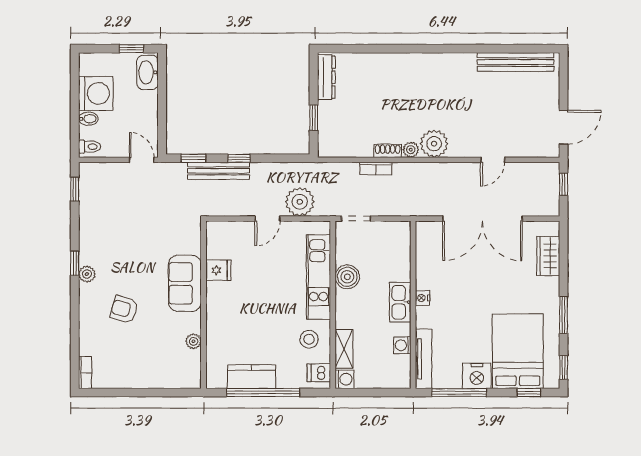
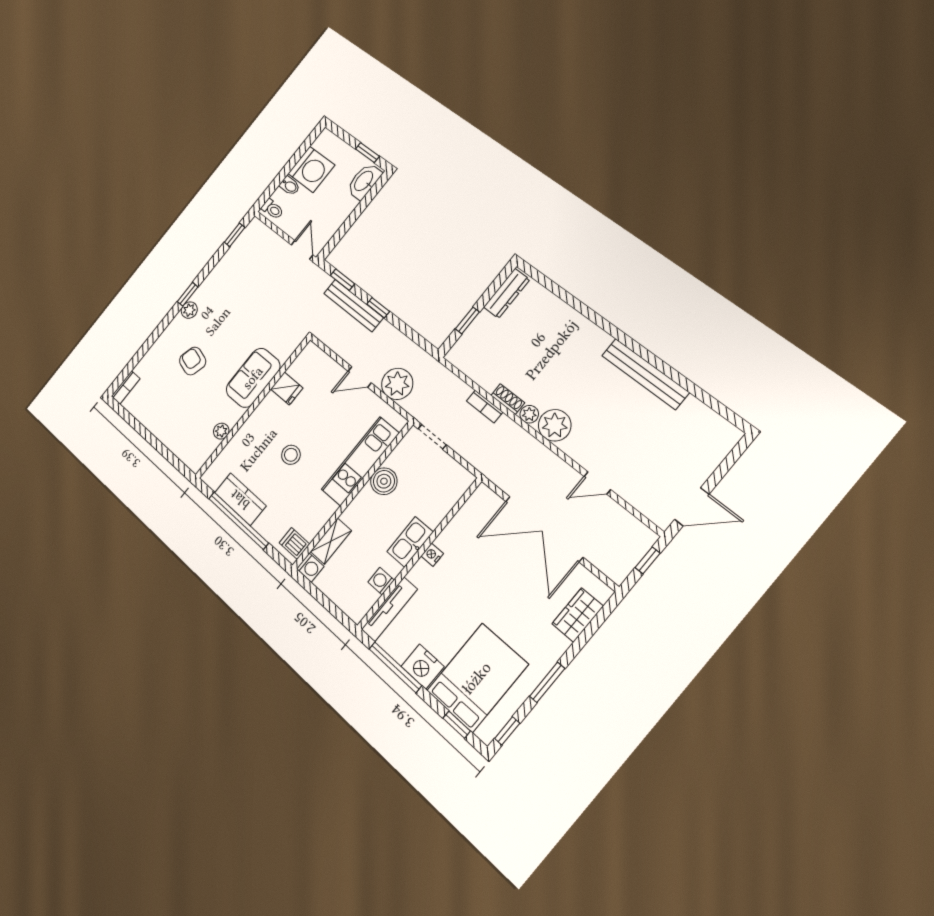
bench: (516, 62) -> (645, 374), moved
stool: (309, 339) -> (291, 455), moved

